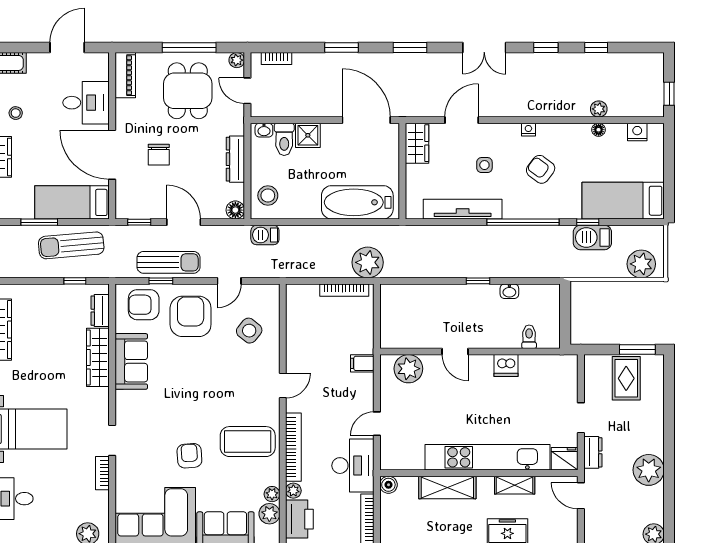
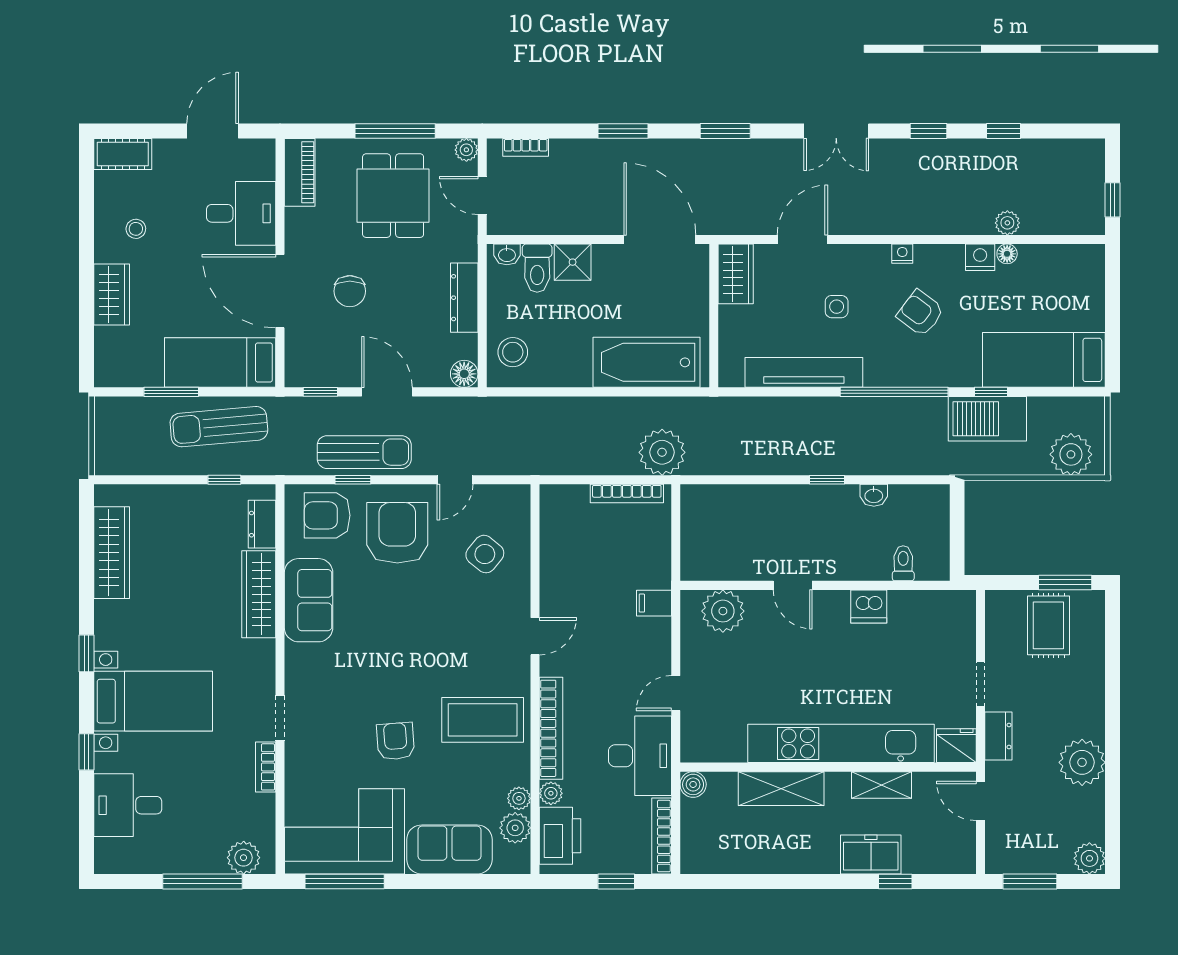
nightstand: (637, 132) -> (980, 257), moved
barbecue: (265, 235) -> (508, 411), removed
barbecue: (592, 237) -> (987, 419), width x1.37, depth x1.21

